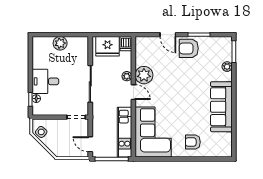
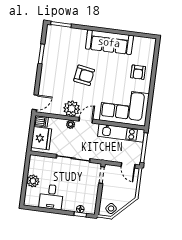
door: (168, 35) -> (35, 102), moved
armchair: (189, 48) -> (84, 75), moved, turned -81
plant: (227, 67) -> (74, 32), removed
desk: (45, 81) -> (51, 197), moved
door: (90, 144) -> (128, 165), hinge flipped

